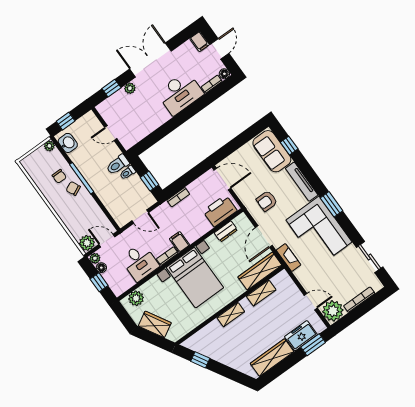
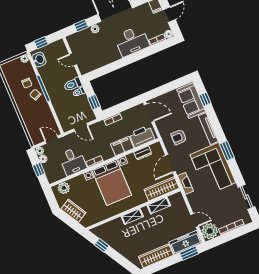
filing cabinet: (179, 242) -> (122, 146), moved, width x2.00
plant: (87, 243) -> (36, 138), removed
freezer: (301, 336) -> (185, 243), width x1.40

